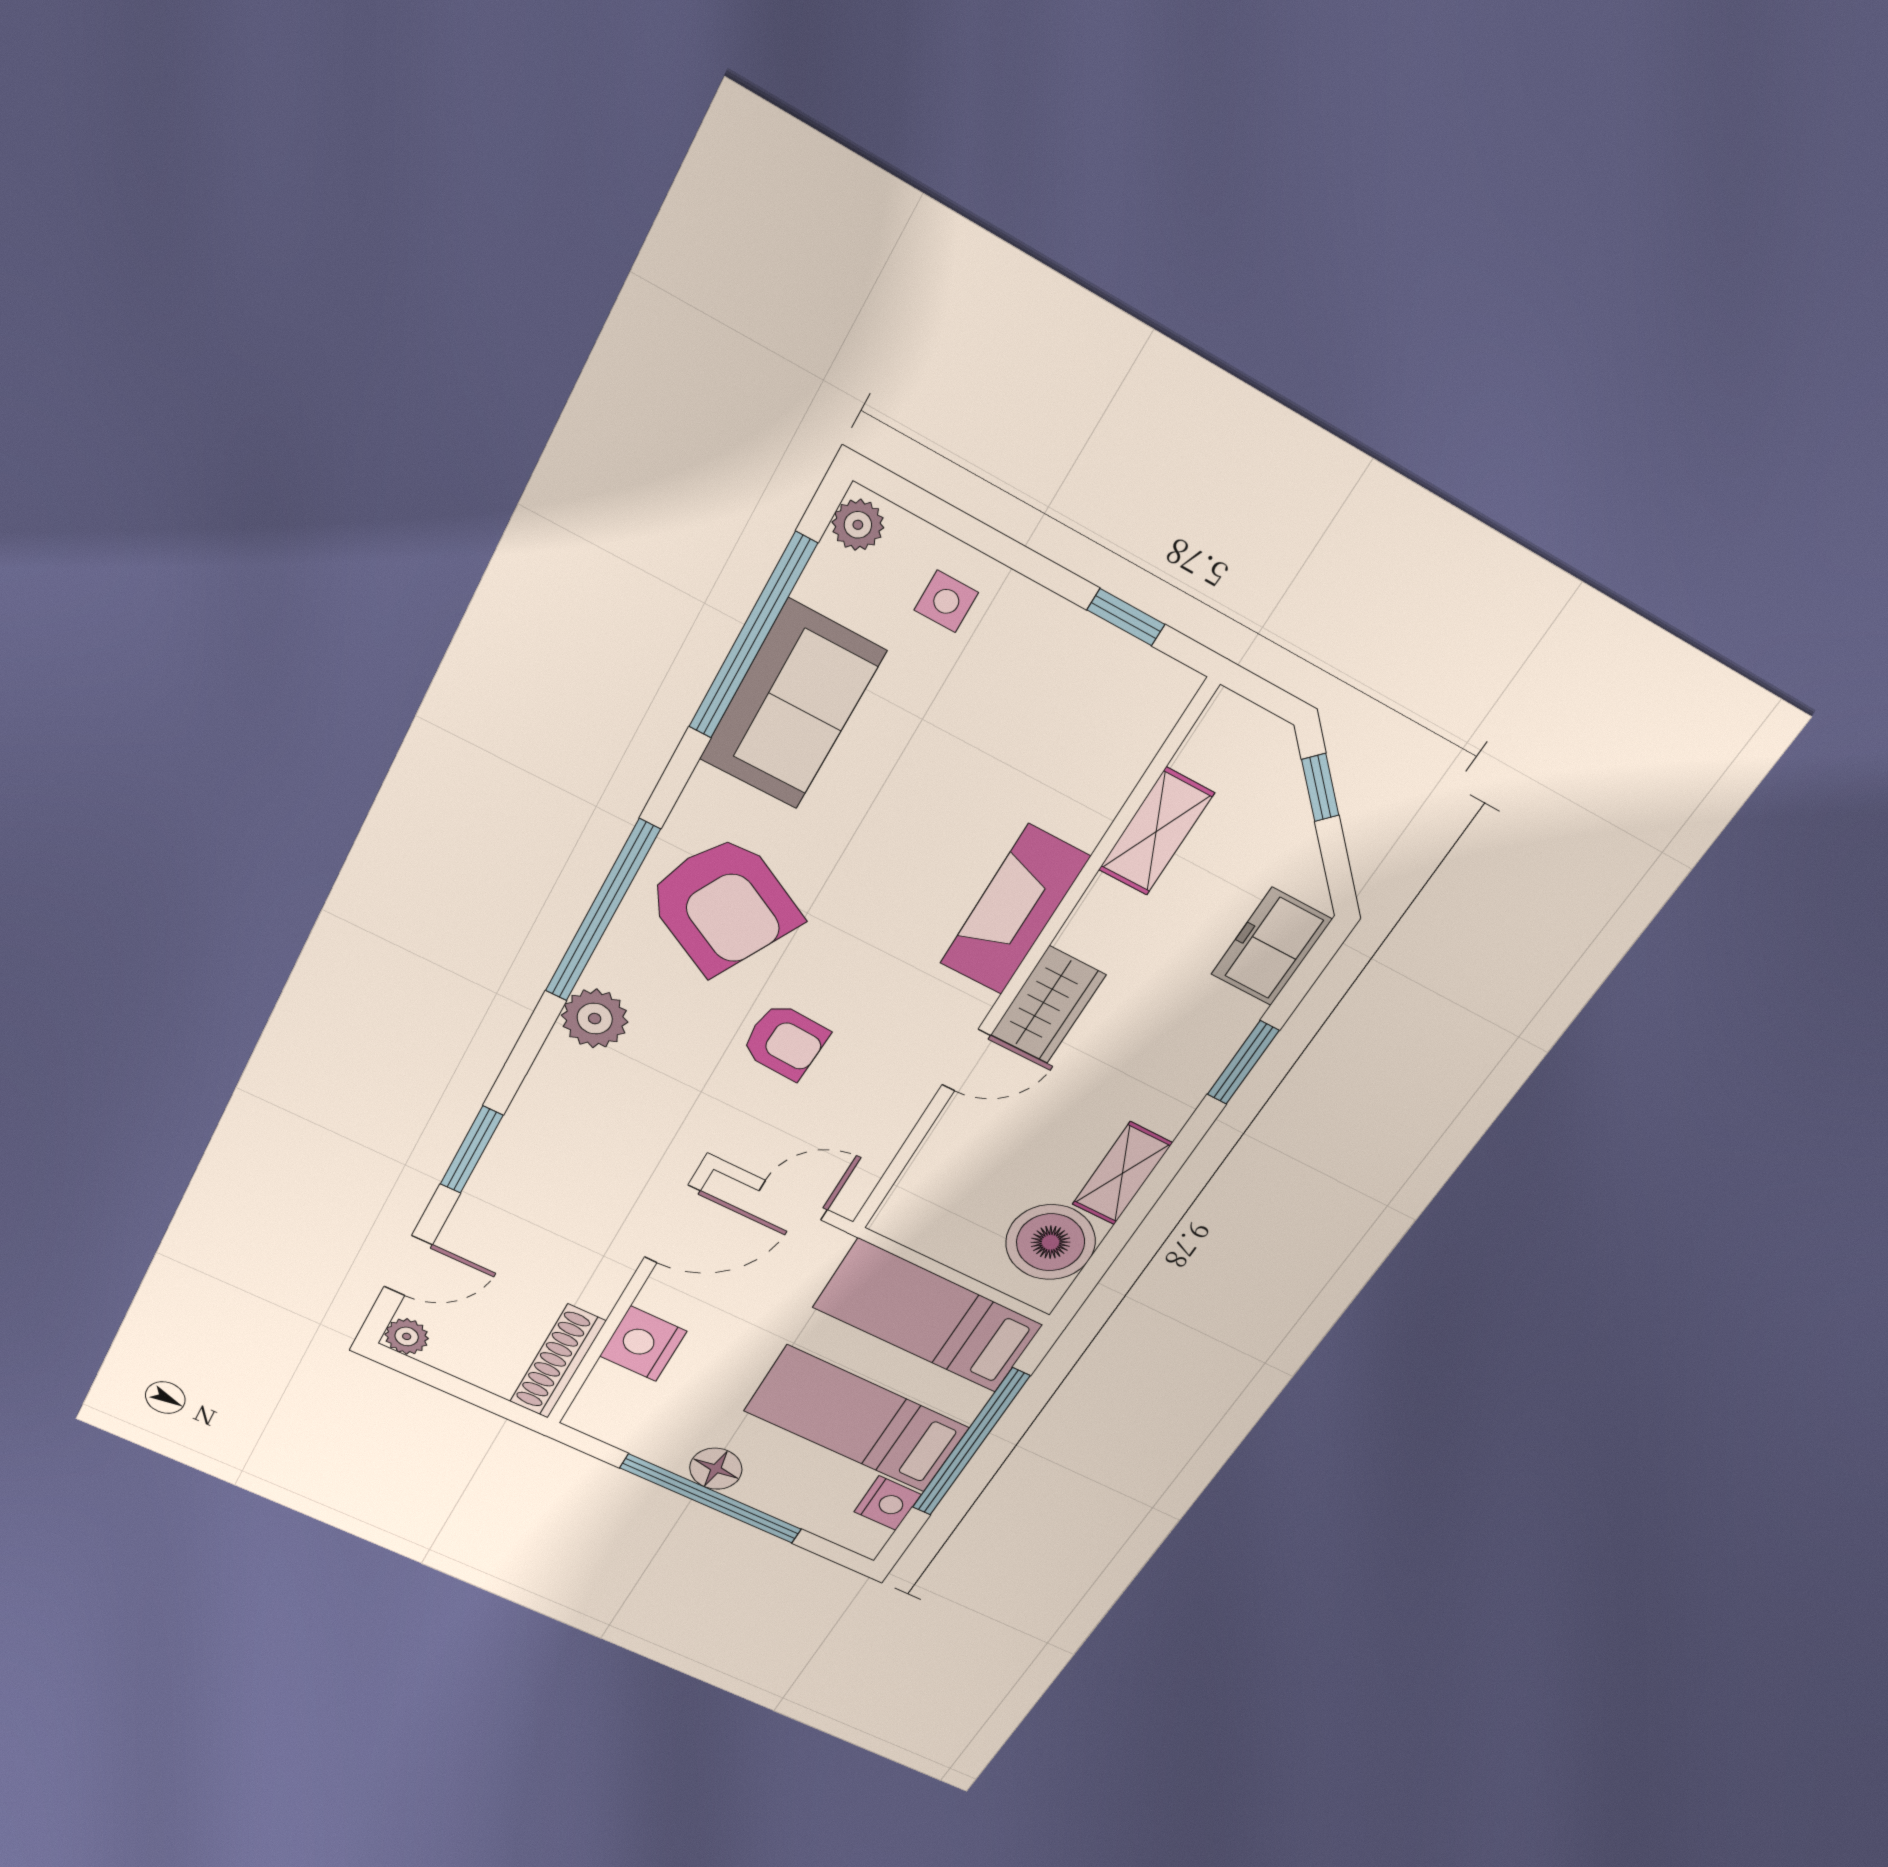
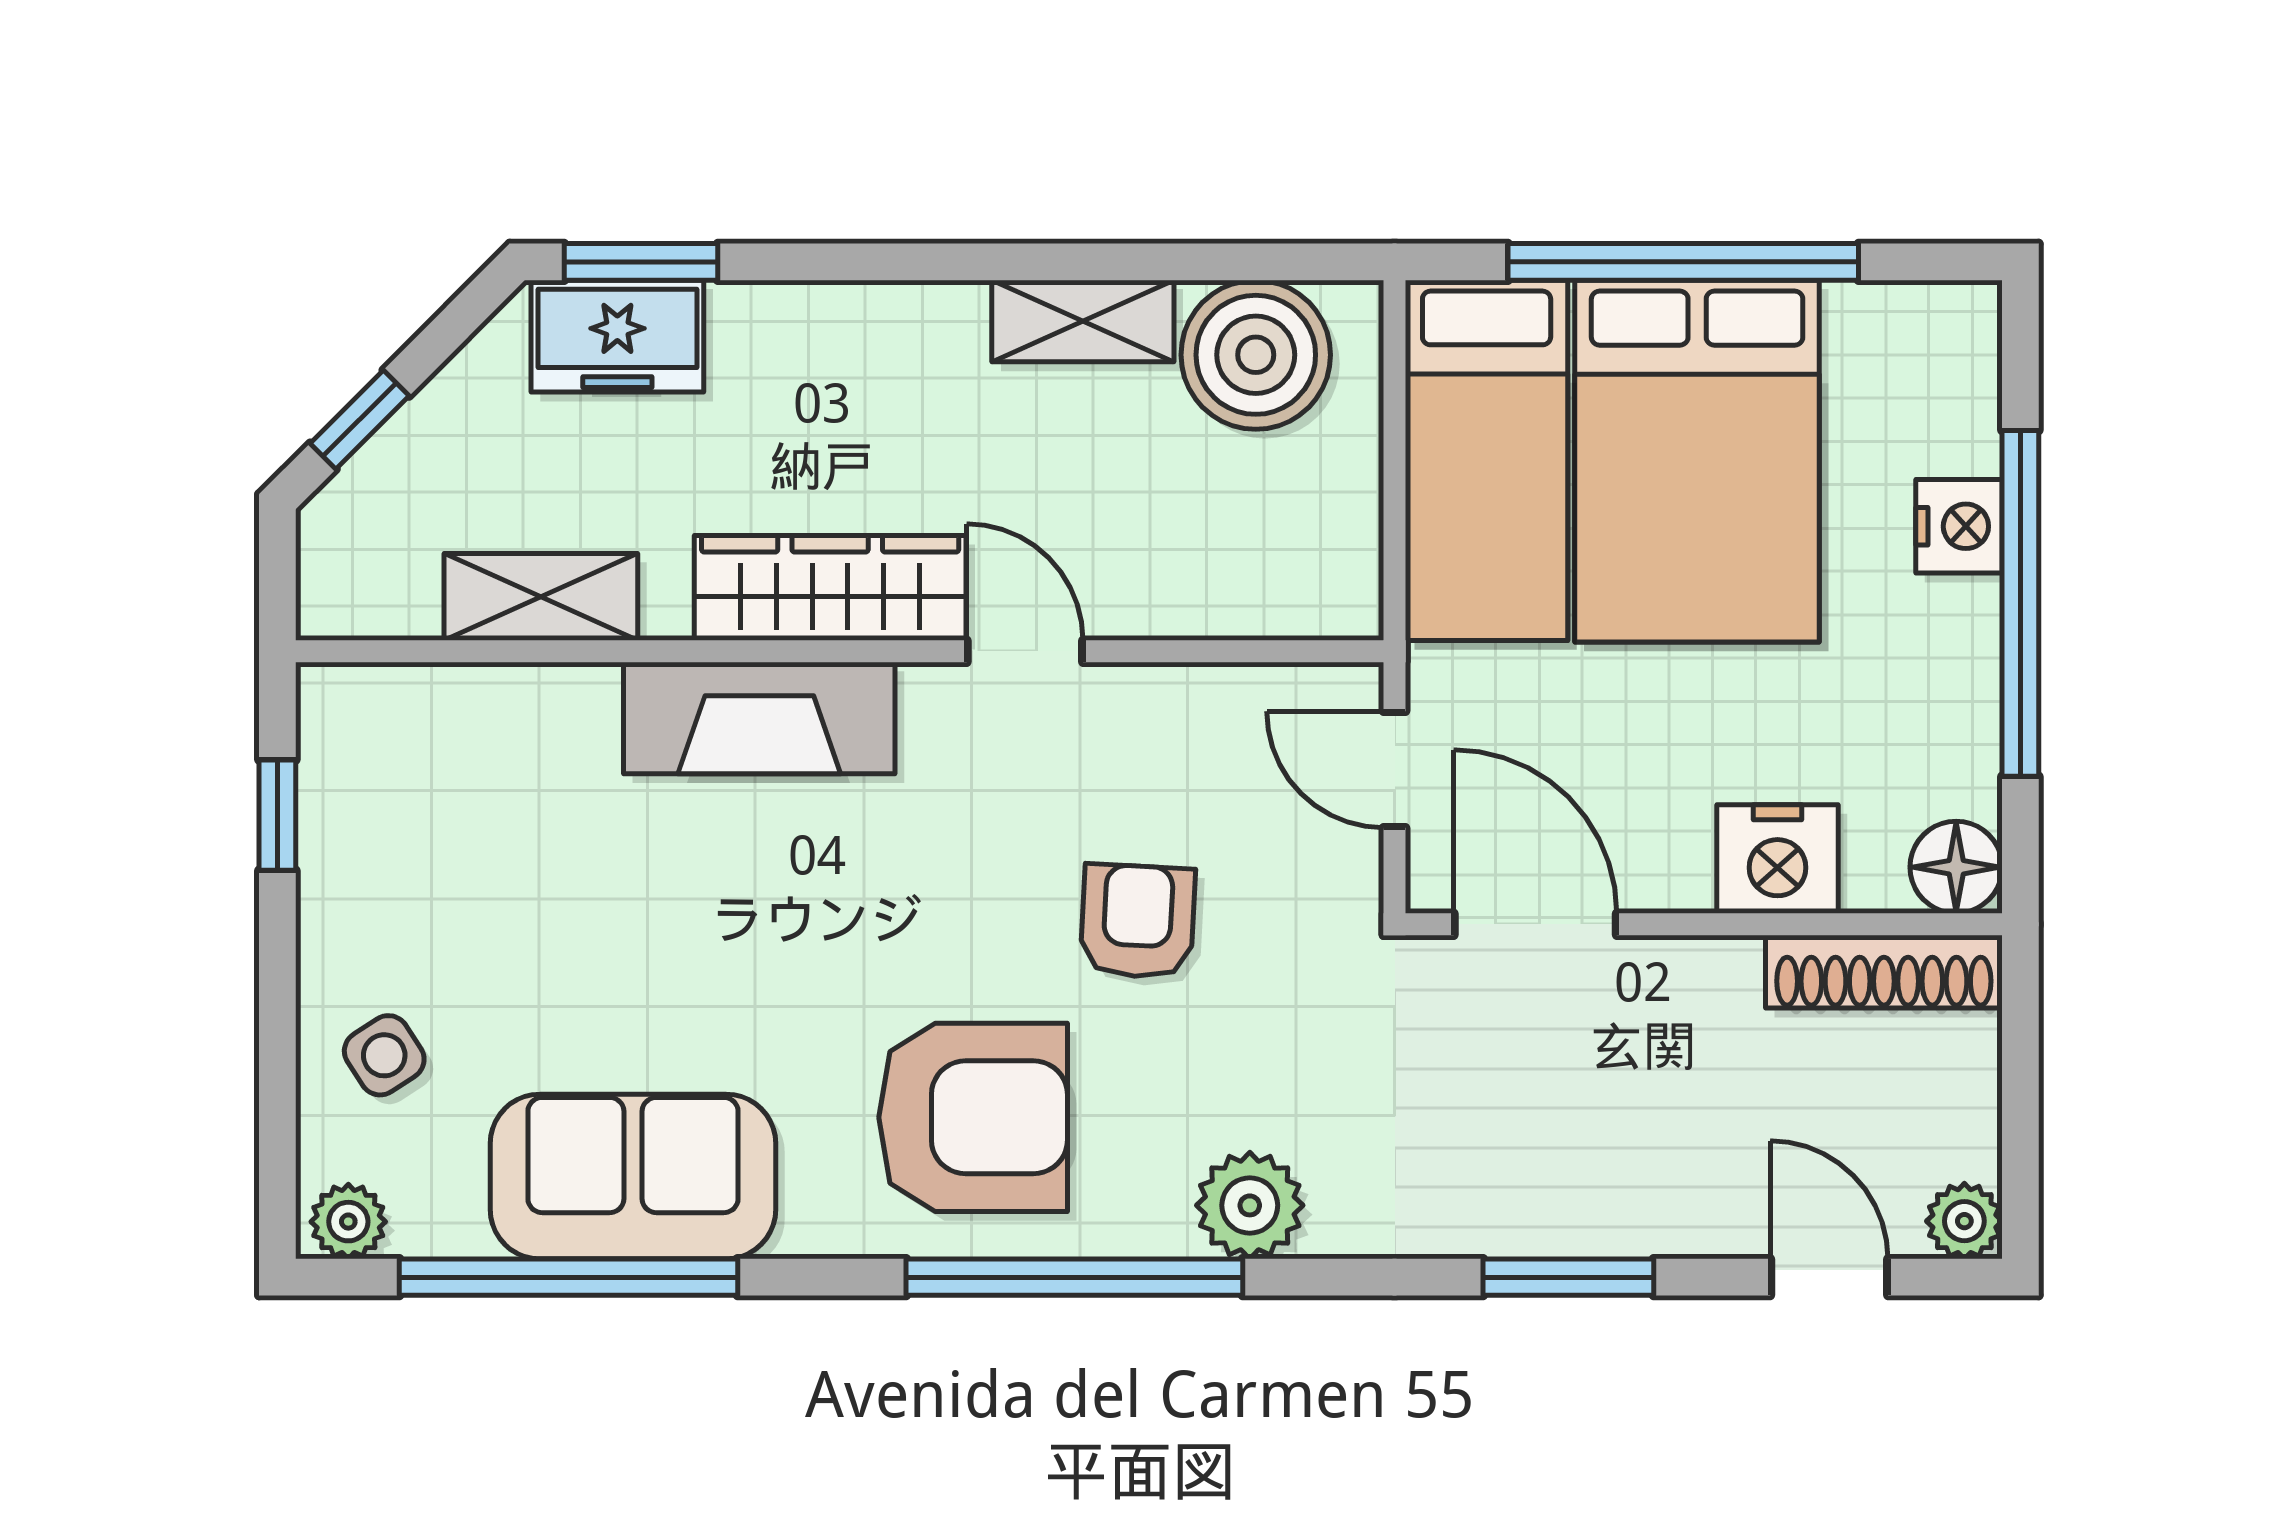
side table: (946, 601) -> (384, 1055), turned -33
armchair: (723, 905) -> (973, 1117), turned 62
wardrobe: (1048, 1005) -> (830, 588), width x1.50
window: (1243, 1062) -> (641, 262), moved
bed: (857, 1419) -> (1697, 461), width x1.50
floor lamp: (716, 1469) -> (1956, 867), moved
nightstand: (888, 1503) -> (1959, 526), moved, turned 90

